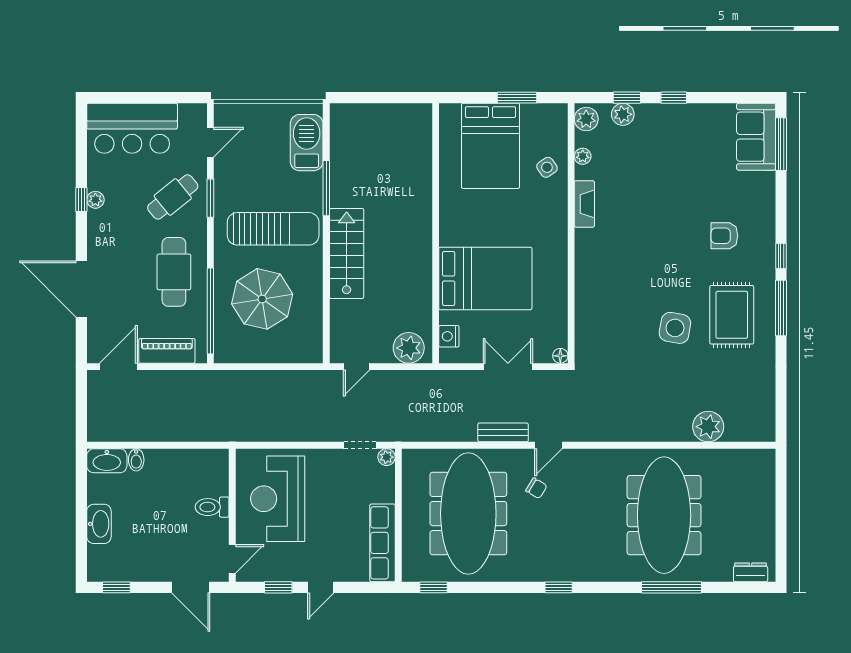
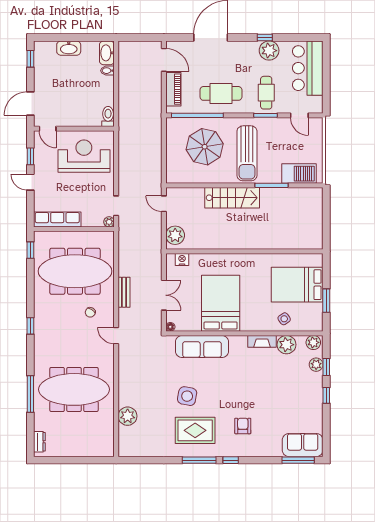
plant: (583, 156) -> (286, 345), width x1.88, depth x1.88
cafe table: (173, 197) -> (266, 93), turned 39
plant: (95, 200) -> (269, 51), width x1.88, depth x1.88
bed: (485, 279) -> (221, 303), moved, turned 180
sofa: (593, 303) -> (202, 347), added
door: (548, 445) -> (116, 336), moved
toilet: (212, 507) -> (108, 116), moved

